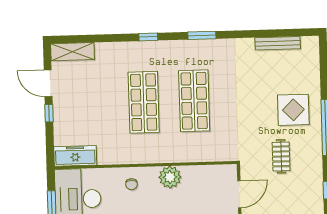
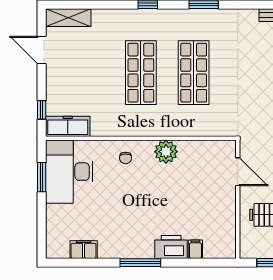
window: (49, 113) -> (42, 110), moved
door: (239, 194) -> (238, 172), hinge flipped

